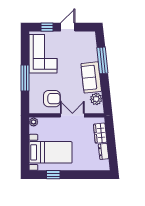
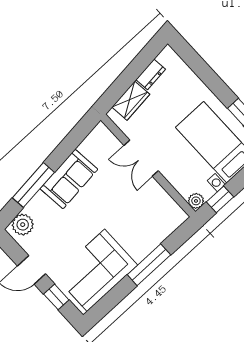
armchair: (52, 99) -> (144, 205), removed
plant: (96, 99) -> (23, 225), moved
window: (25, 133) -> (220, 199), added

